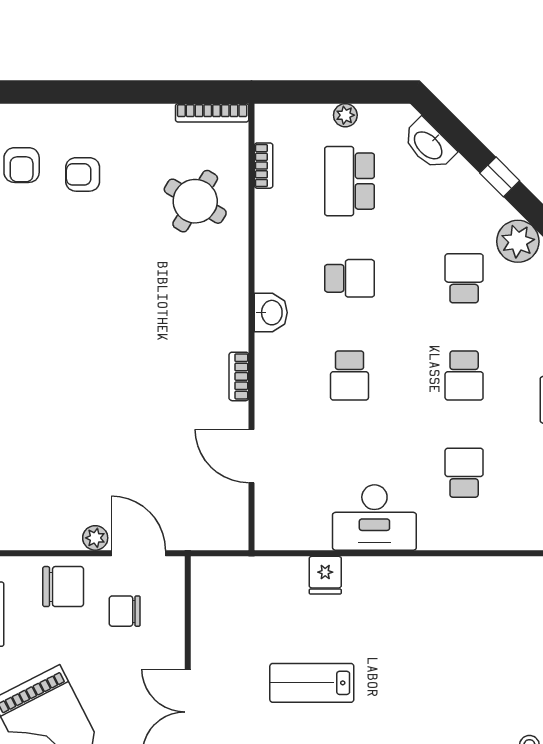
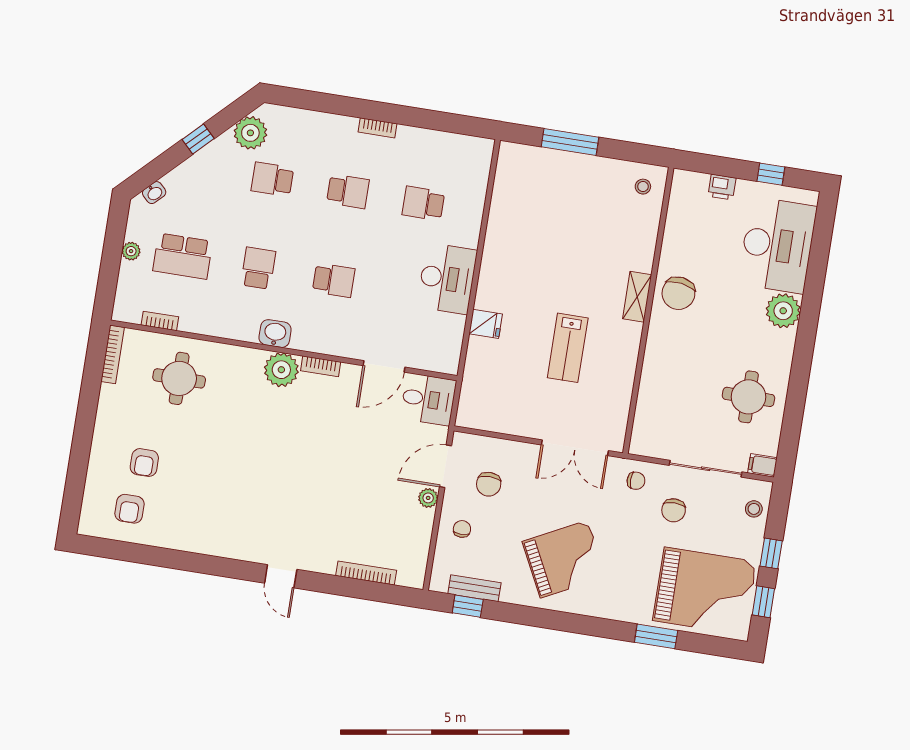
washbasin: (429, 145) -> (154, 193), width x0.52, depth x0.69
armchair: (22, 165) -> (129, 509), turned 90
round table: (195, 201) -> (179, 378), turned -31
plant: (227, 328) -> (281, 370), added
desk: (219, 518) -> (428, 399), added
chair: (63, 587) -> (462, 529), width x0.54, depth x0.54

